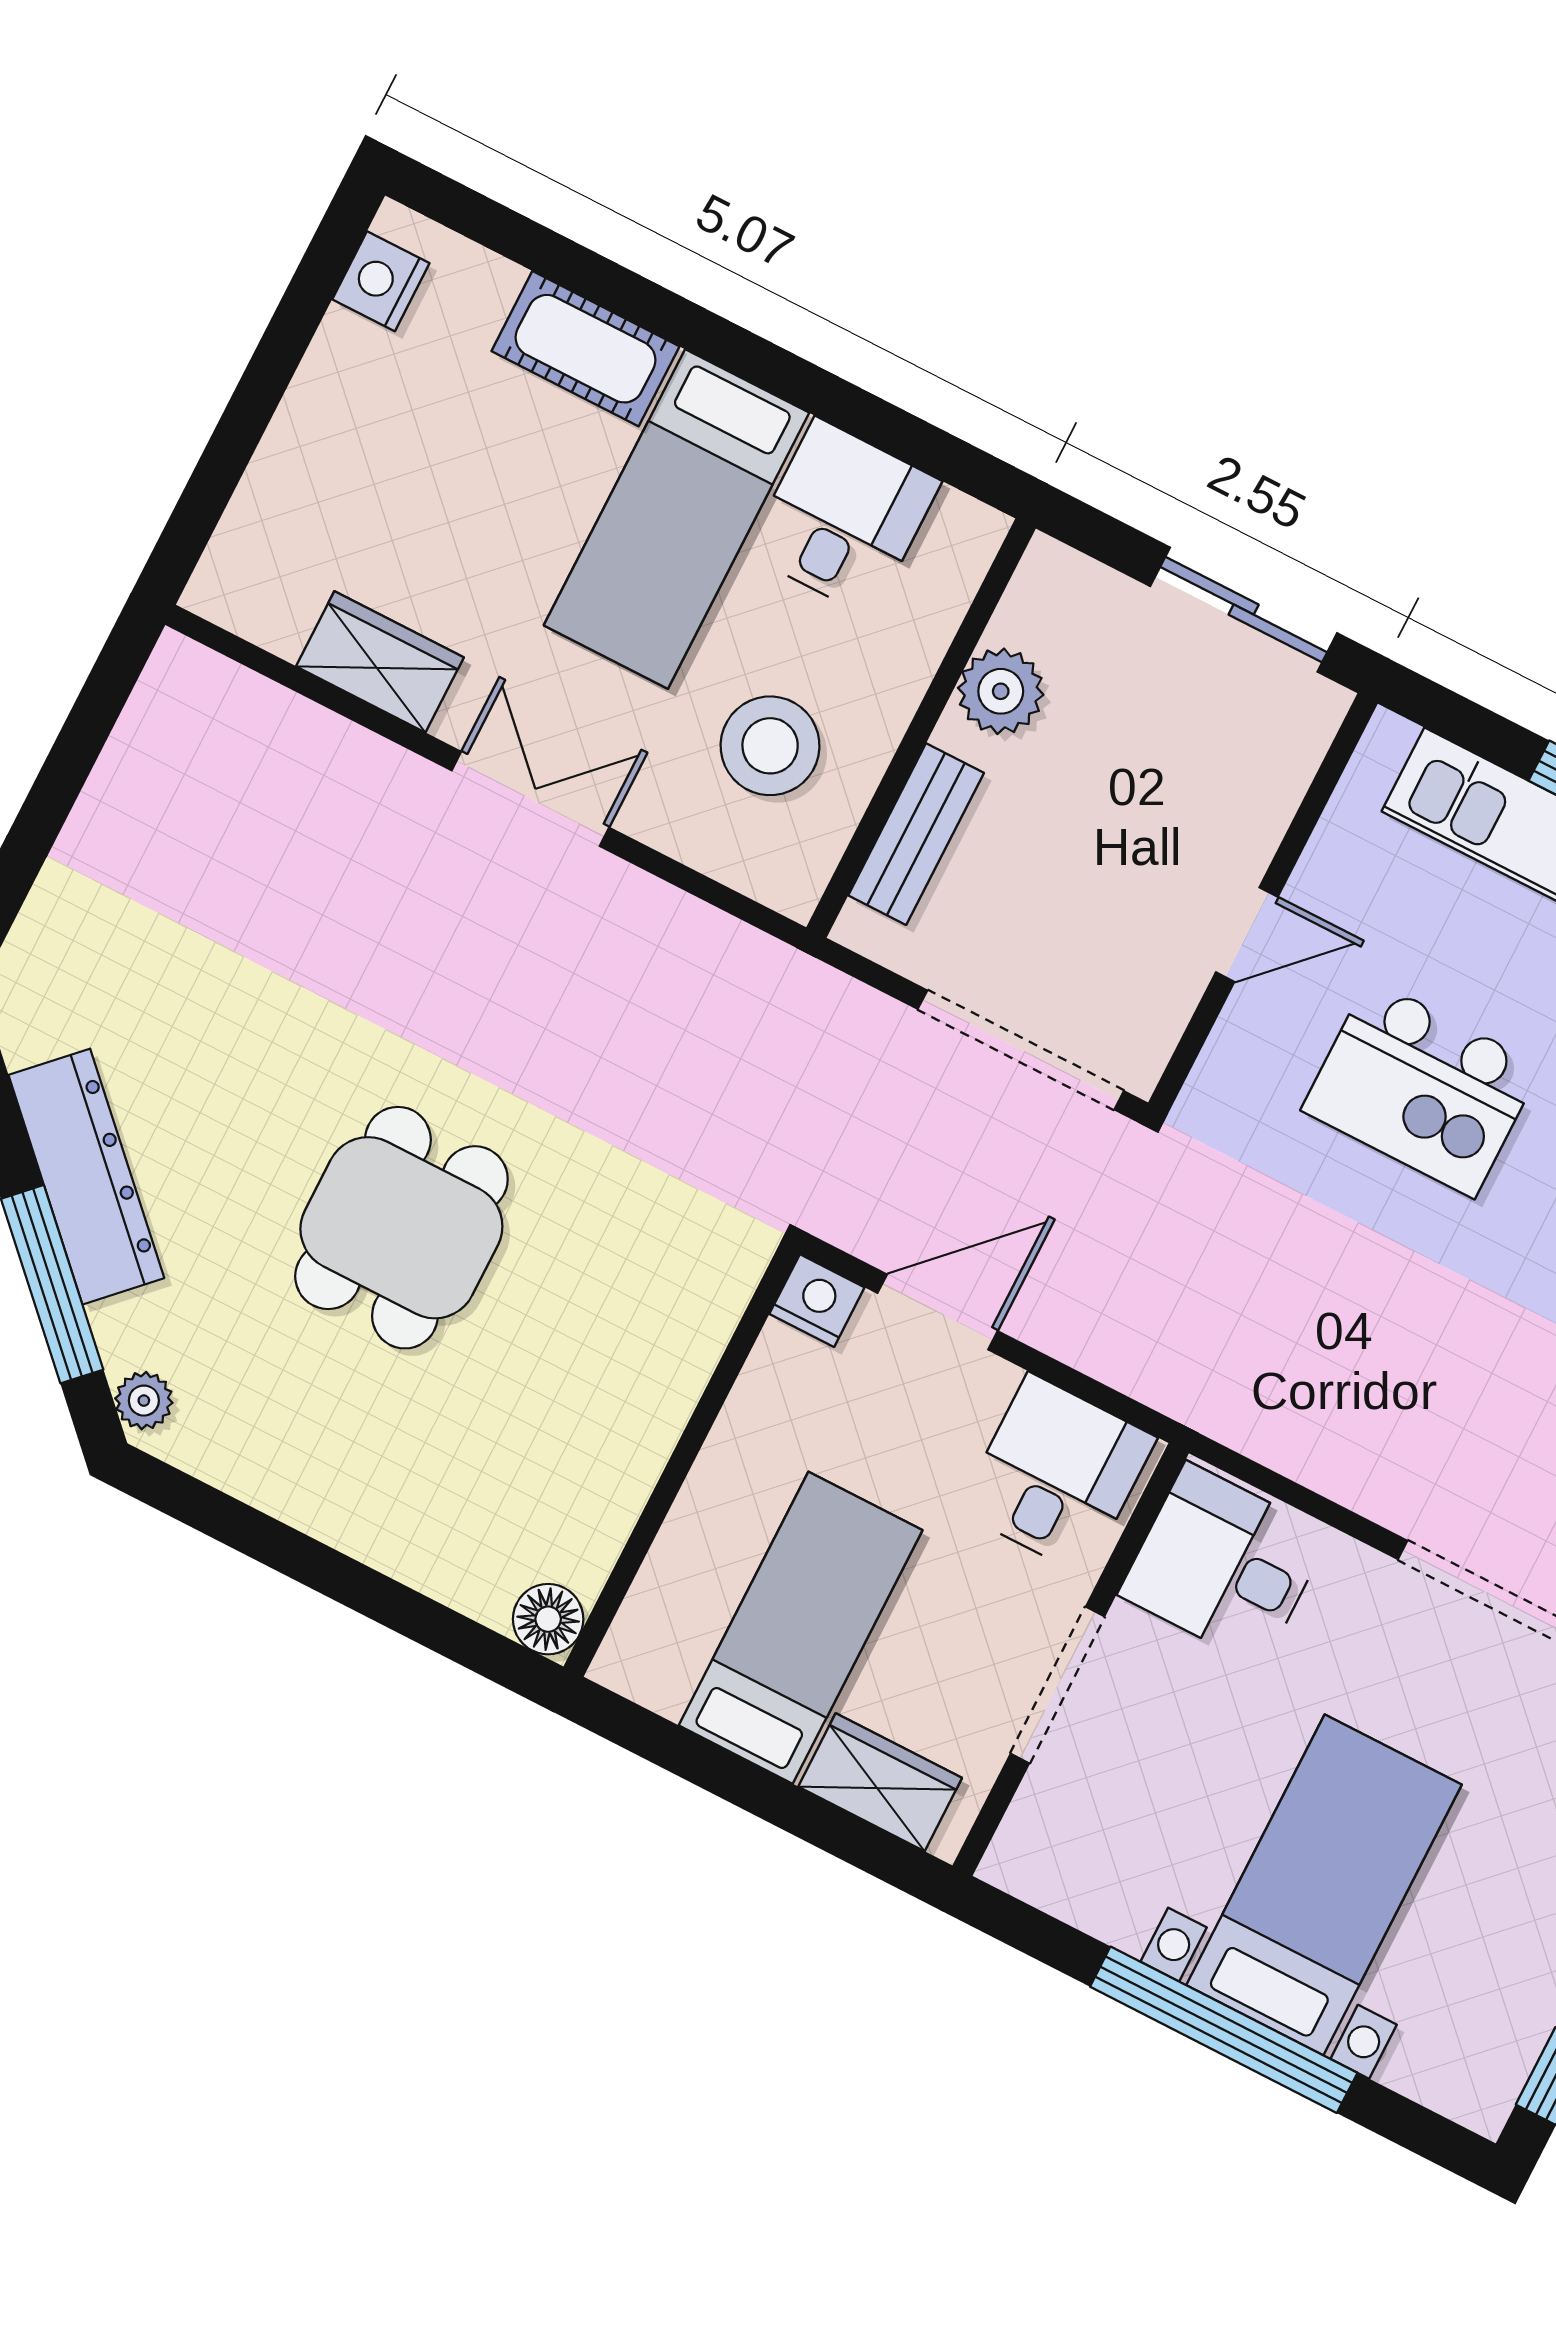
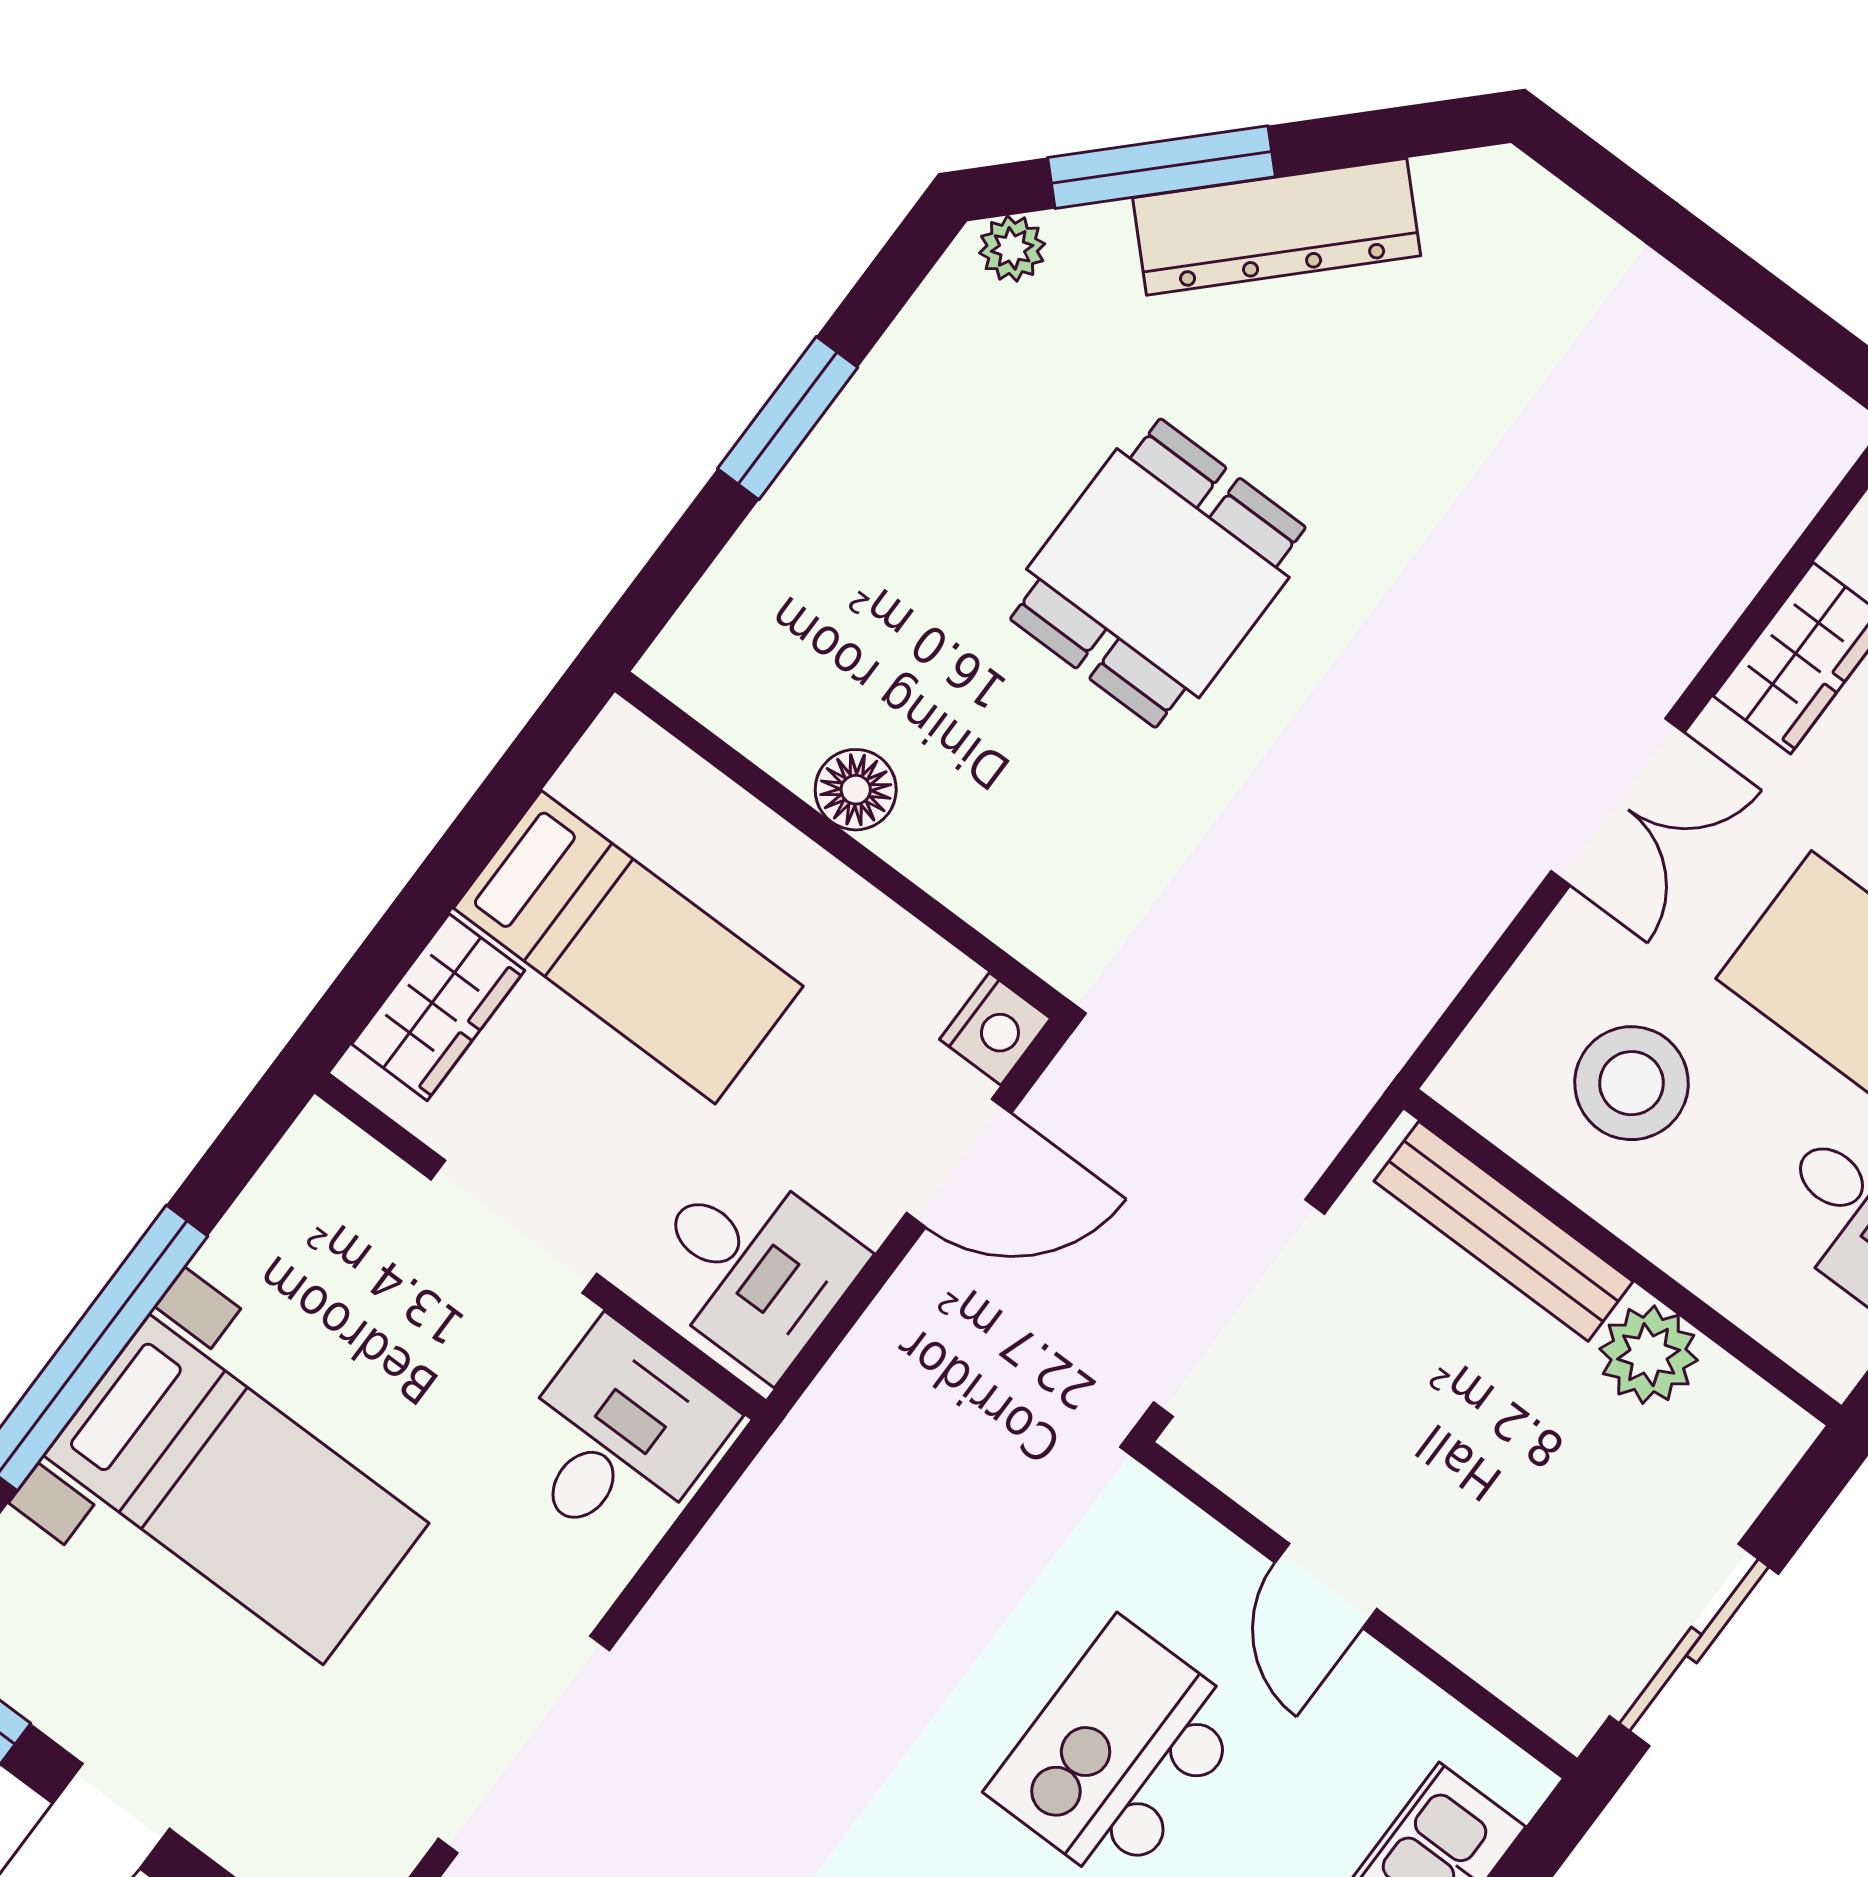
bench: (916, 834) -> (1504, 1231), width x1.36
dining table: (401, 1228) -> (1158, 573), turned 90
door: (938, 1312) -> (959, 1163), hinge flipped
window: (323, 1569) -> (788, 418), added
floor lamp: (548, 1619) -> (856, 790), moved

